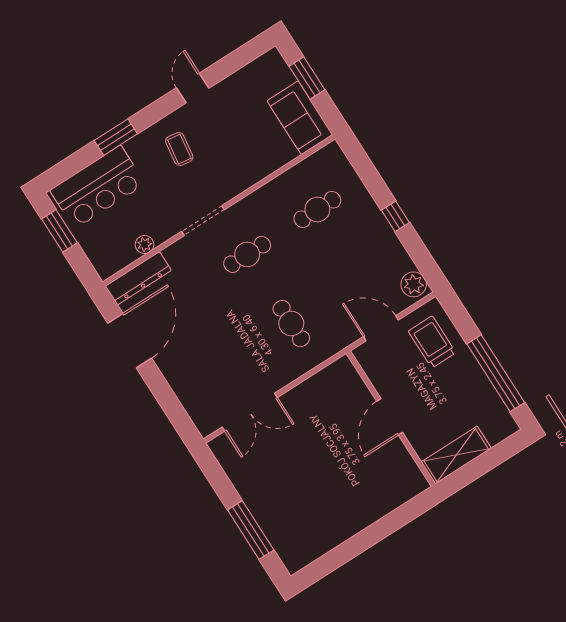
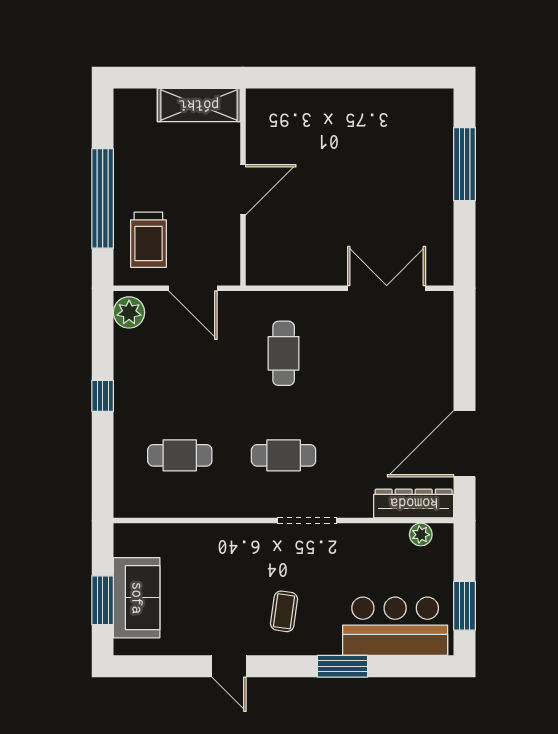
door: (193, 88) -> (229, 666), hinge flipped
sofa: (300, 118) -> (137, 598), moved
plant: (145, 245) -> (421, 535), moved
window: (496, 373) -> (103, 198), moved

